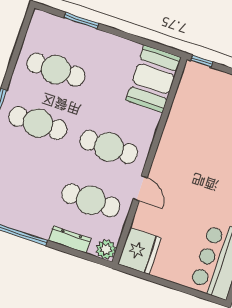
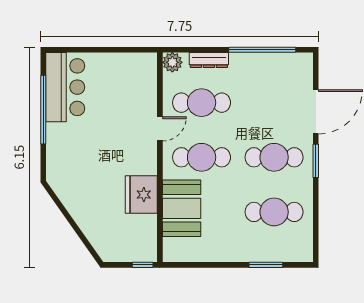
booth: (153, 79) -> (182, 208), moved
door: (140, 188) -> (160, 129), swing flipped
fridge: (139, 251) -> (141, 195), moved

